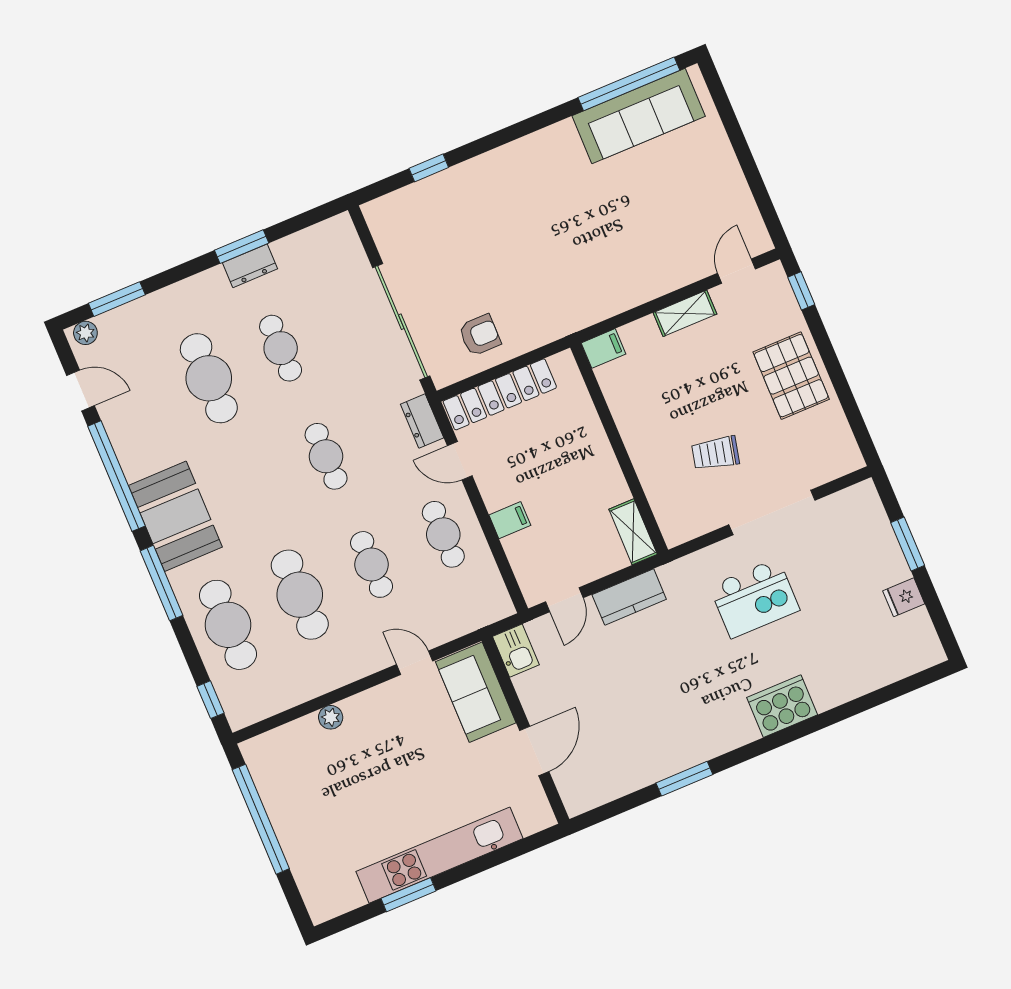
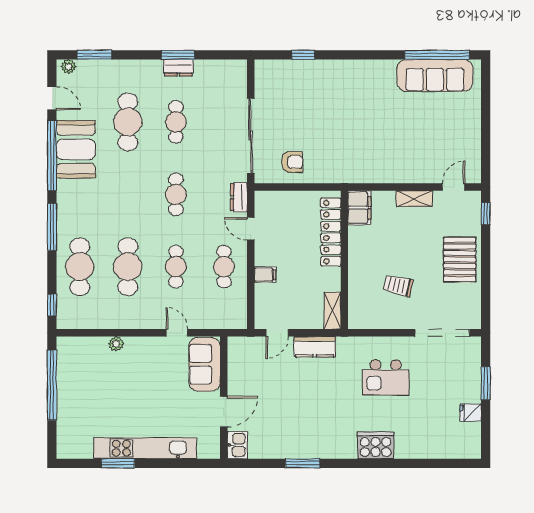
filing cabinet: (603, 348) -> (359, 208), width x2.00
locker: (500, 394) -> (331, 232), moved, turned 90
doorway: (772, 513) -> (442, 333), moved
booth: (175, 516) -> (76, 149), moved
kitchen sink: (516, 651) -> (237, 445), moved

